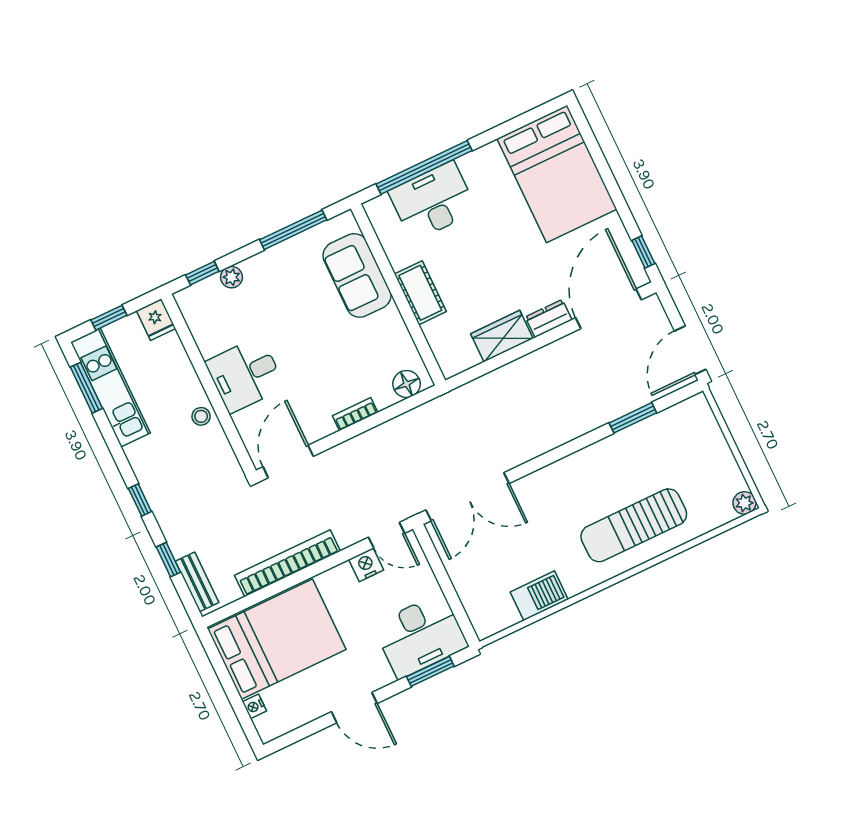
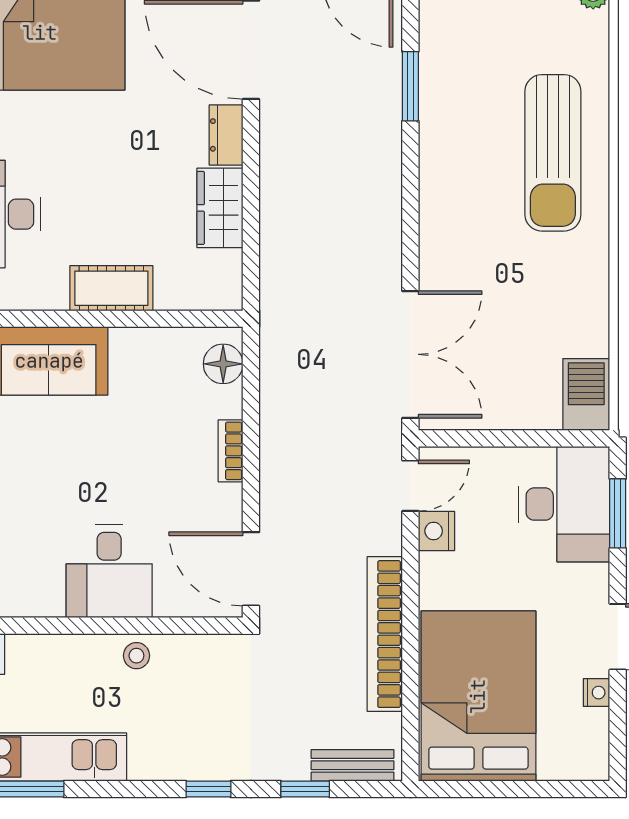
barbecue: (539, 596) -> (586, 394), moved
nightstand: (254, 706) -> (596, 693), moved, turned -90

